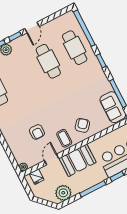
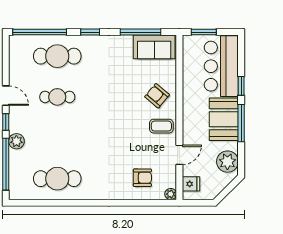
cafe table: (48, 61) -> (57, 97), width x0.73, depth x0.74
armchair: (37, 132) -> (142, 178), moved
door: (52, 160) -> (179, 155), swing flipped
booth: (78, 160) -> (224, 119), moved

